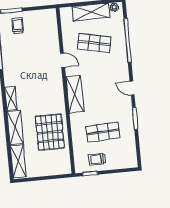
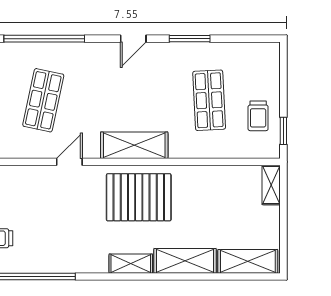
pallet: (50, 132) -> (139, 197), moved
shelving: (61, 170) -> (271, 185), added

